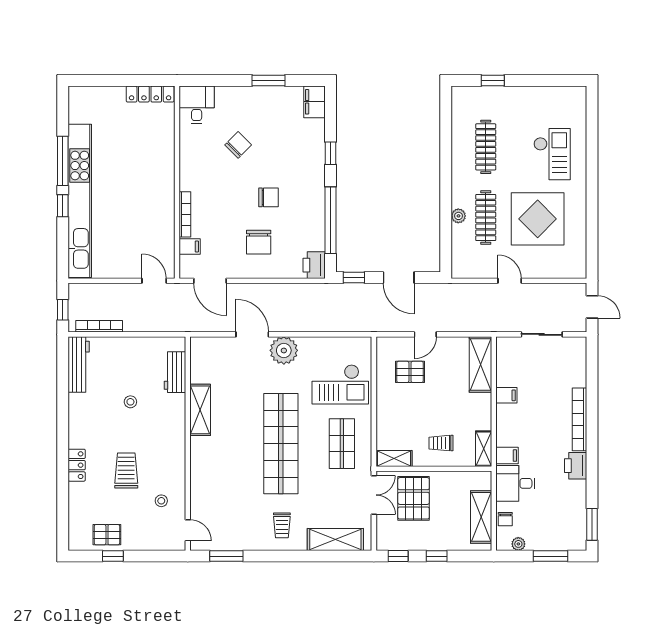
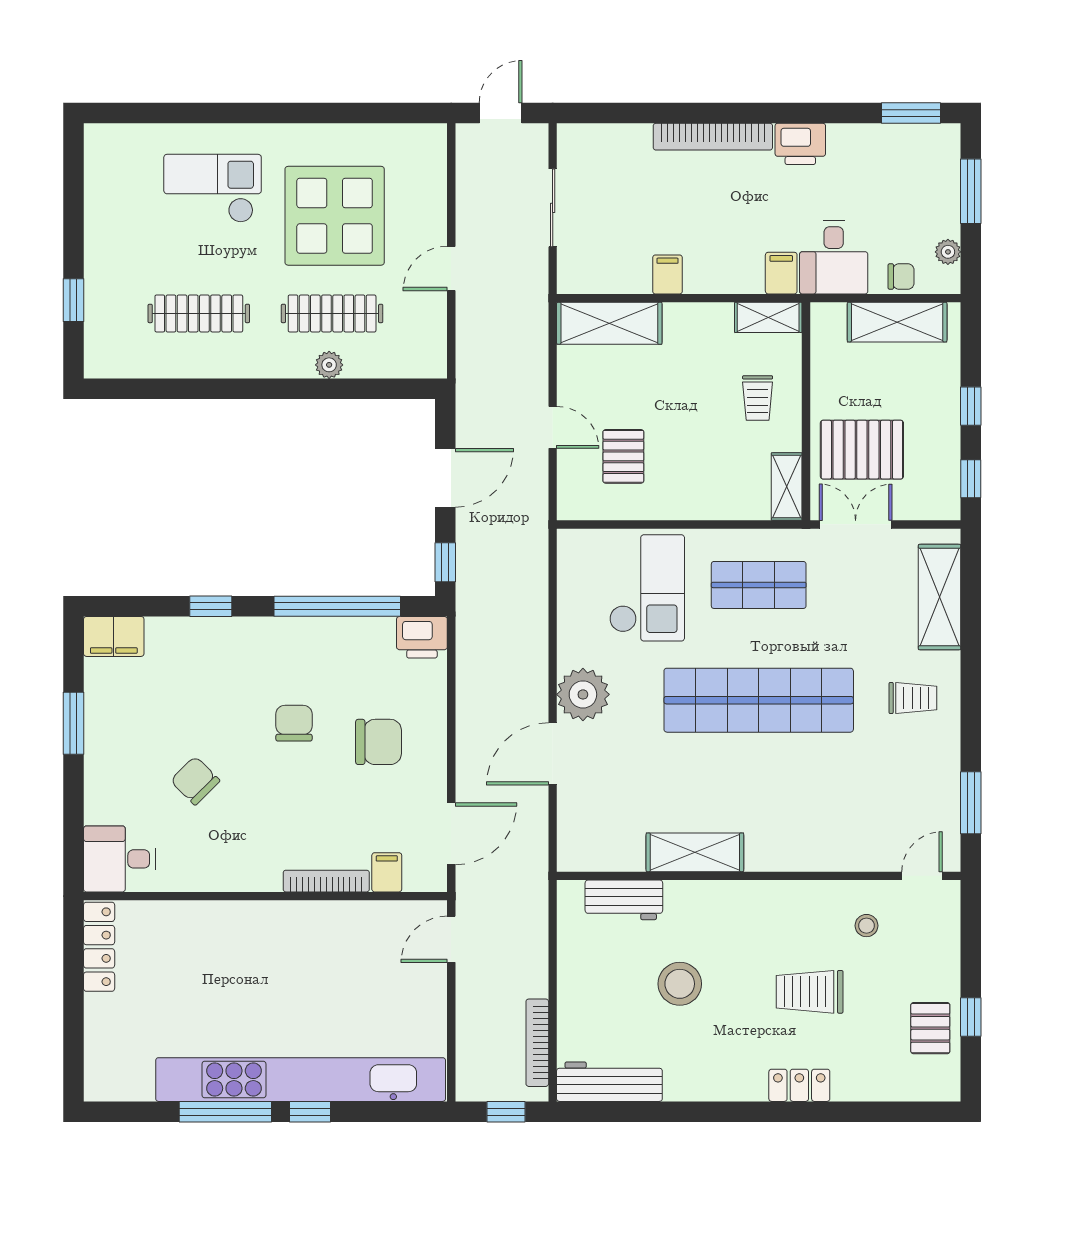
stool: (130, 402) -> (680, 984), width x1.89, depth x1.89

